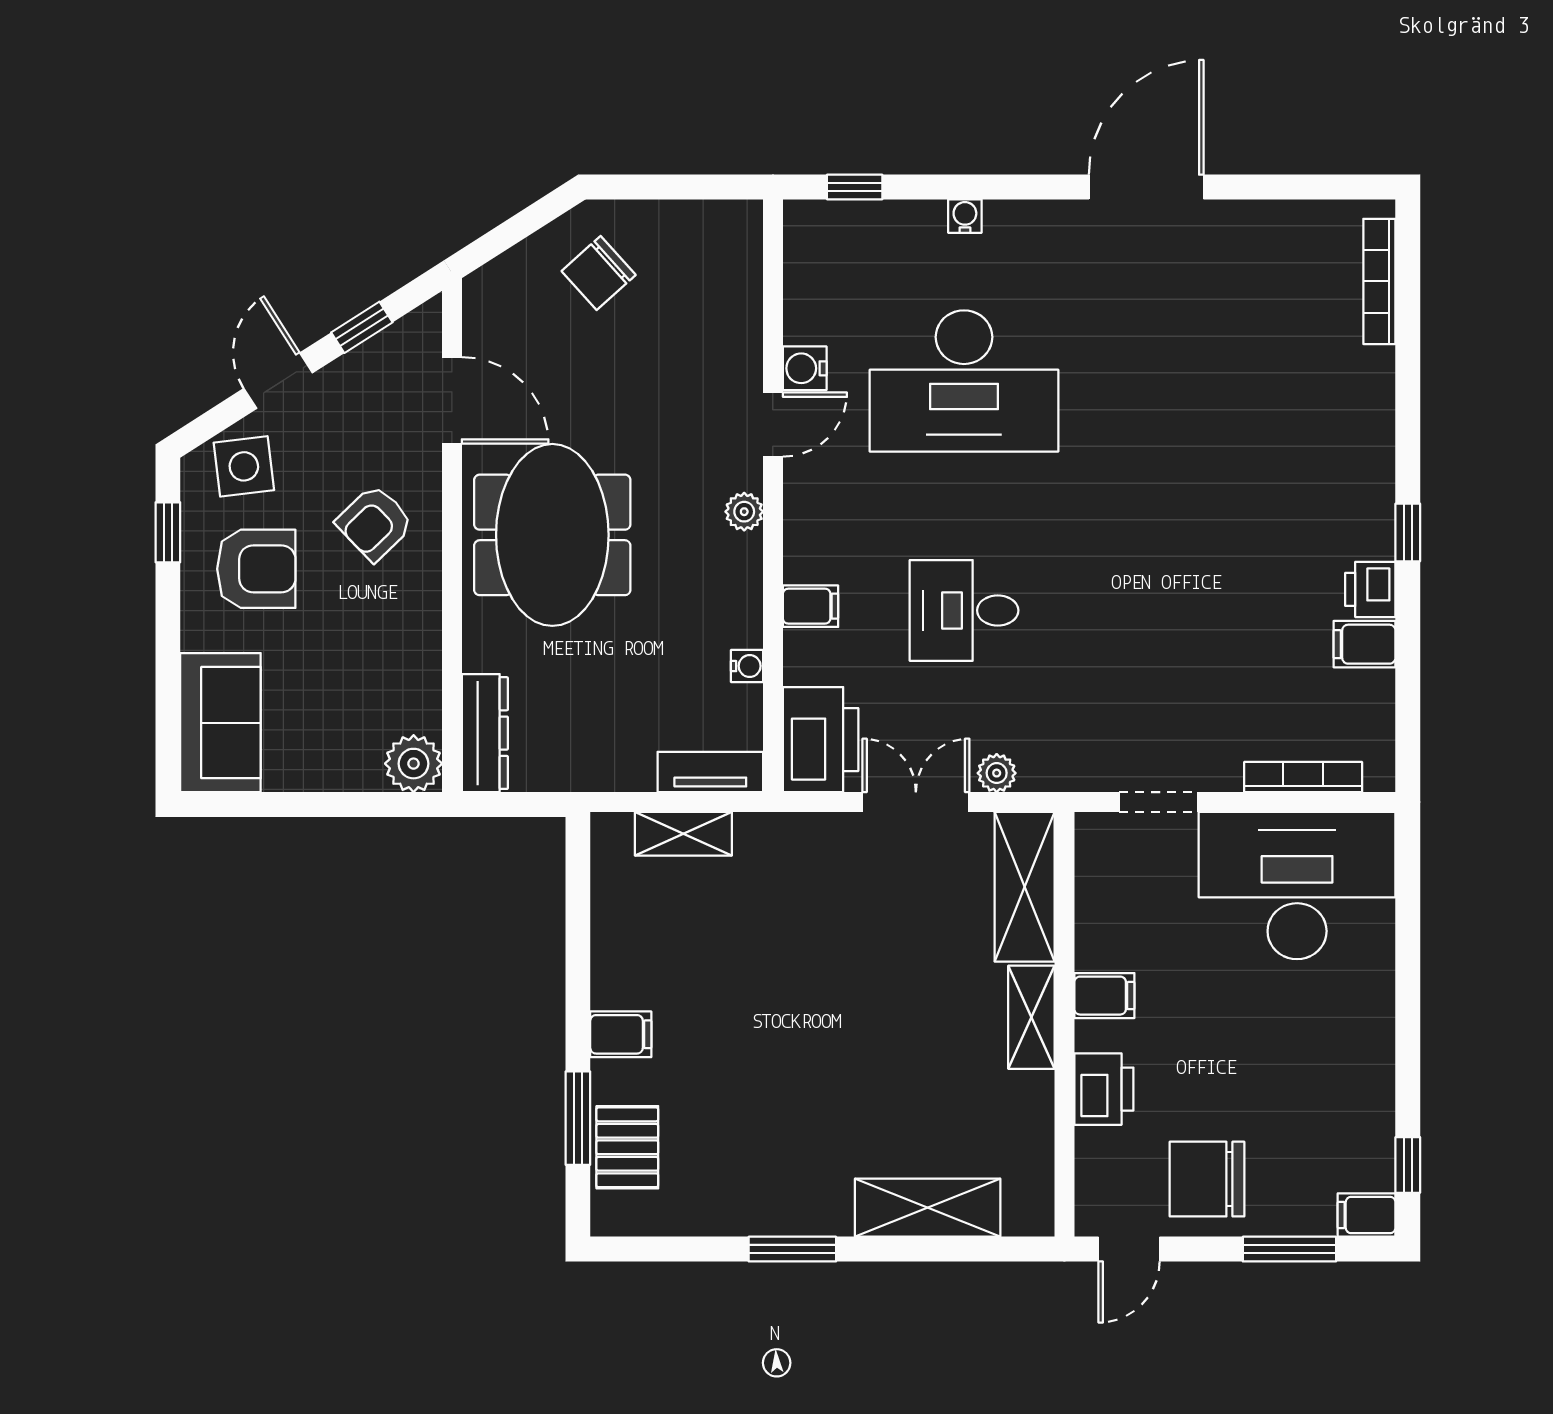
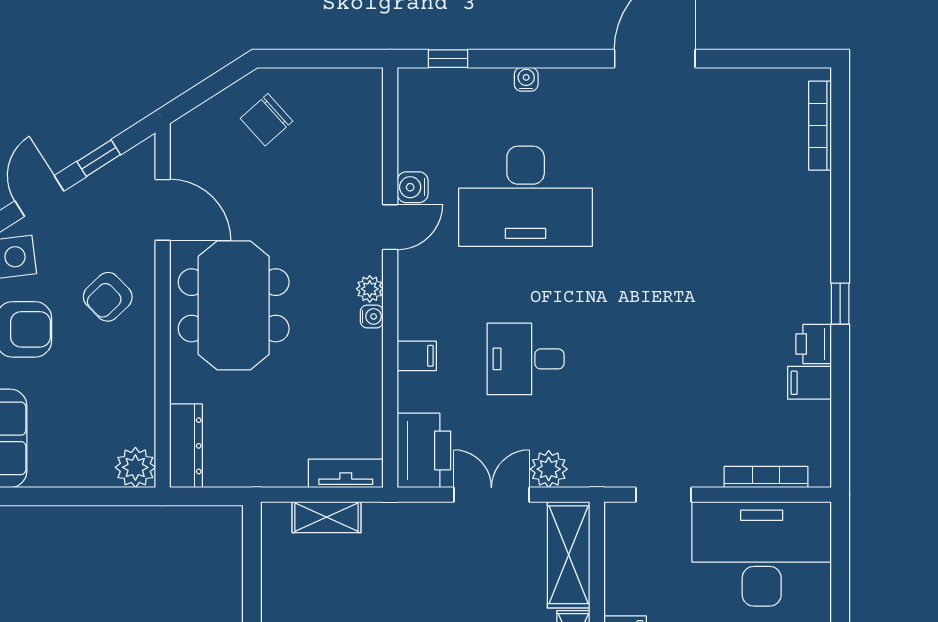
water cooler: (747, 666) -> (372, 316), moved
plant: (997, 773) -> (549, 469), width x1.38, depth x1.38

